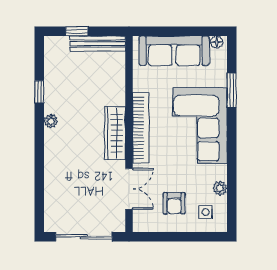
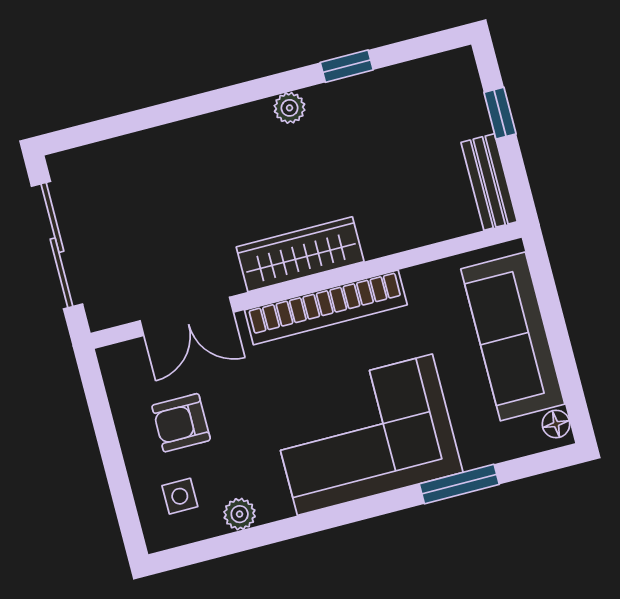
bench: (98, 44) -> (489, 182), width x0.73

